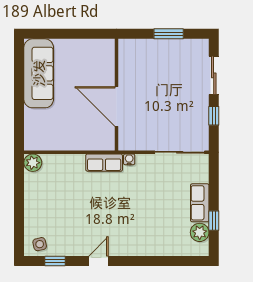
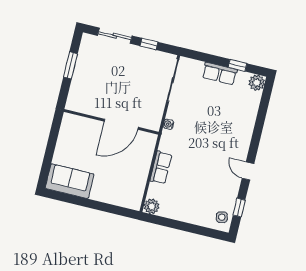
sofa: (39, 73) -> (70, 181), width x0.73
row of seats: (104, 163) -> (161, 167), moved
plant: (200, 232) -> (257, 83), moved

